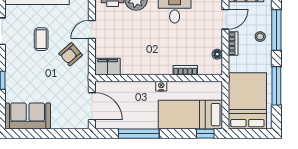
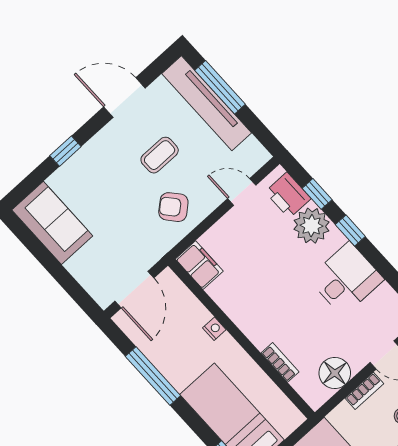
door: (92, 30) -> (242, 192), moved
floor lamp: (217, 54) -> (335, 373), width x1.89, depth x1.89
nightstand: (161, 86) -> (214, 329), moved

